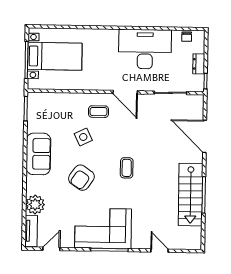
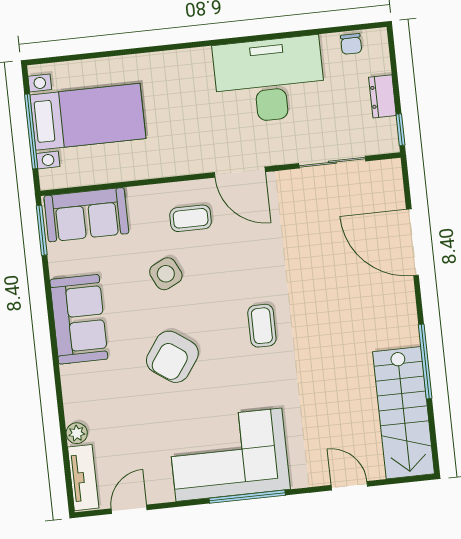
sofa: (48, 104) -> (86, 215), added
stairs: (191, 195) -> (404, 413), moved
plant: (35, 205) -> (77, 433), width x0.53, depth x0.53

